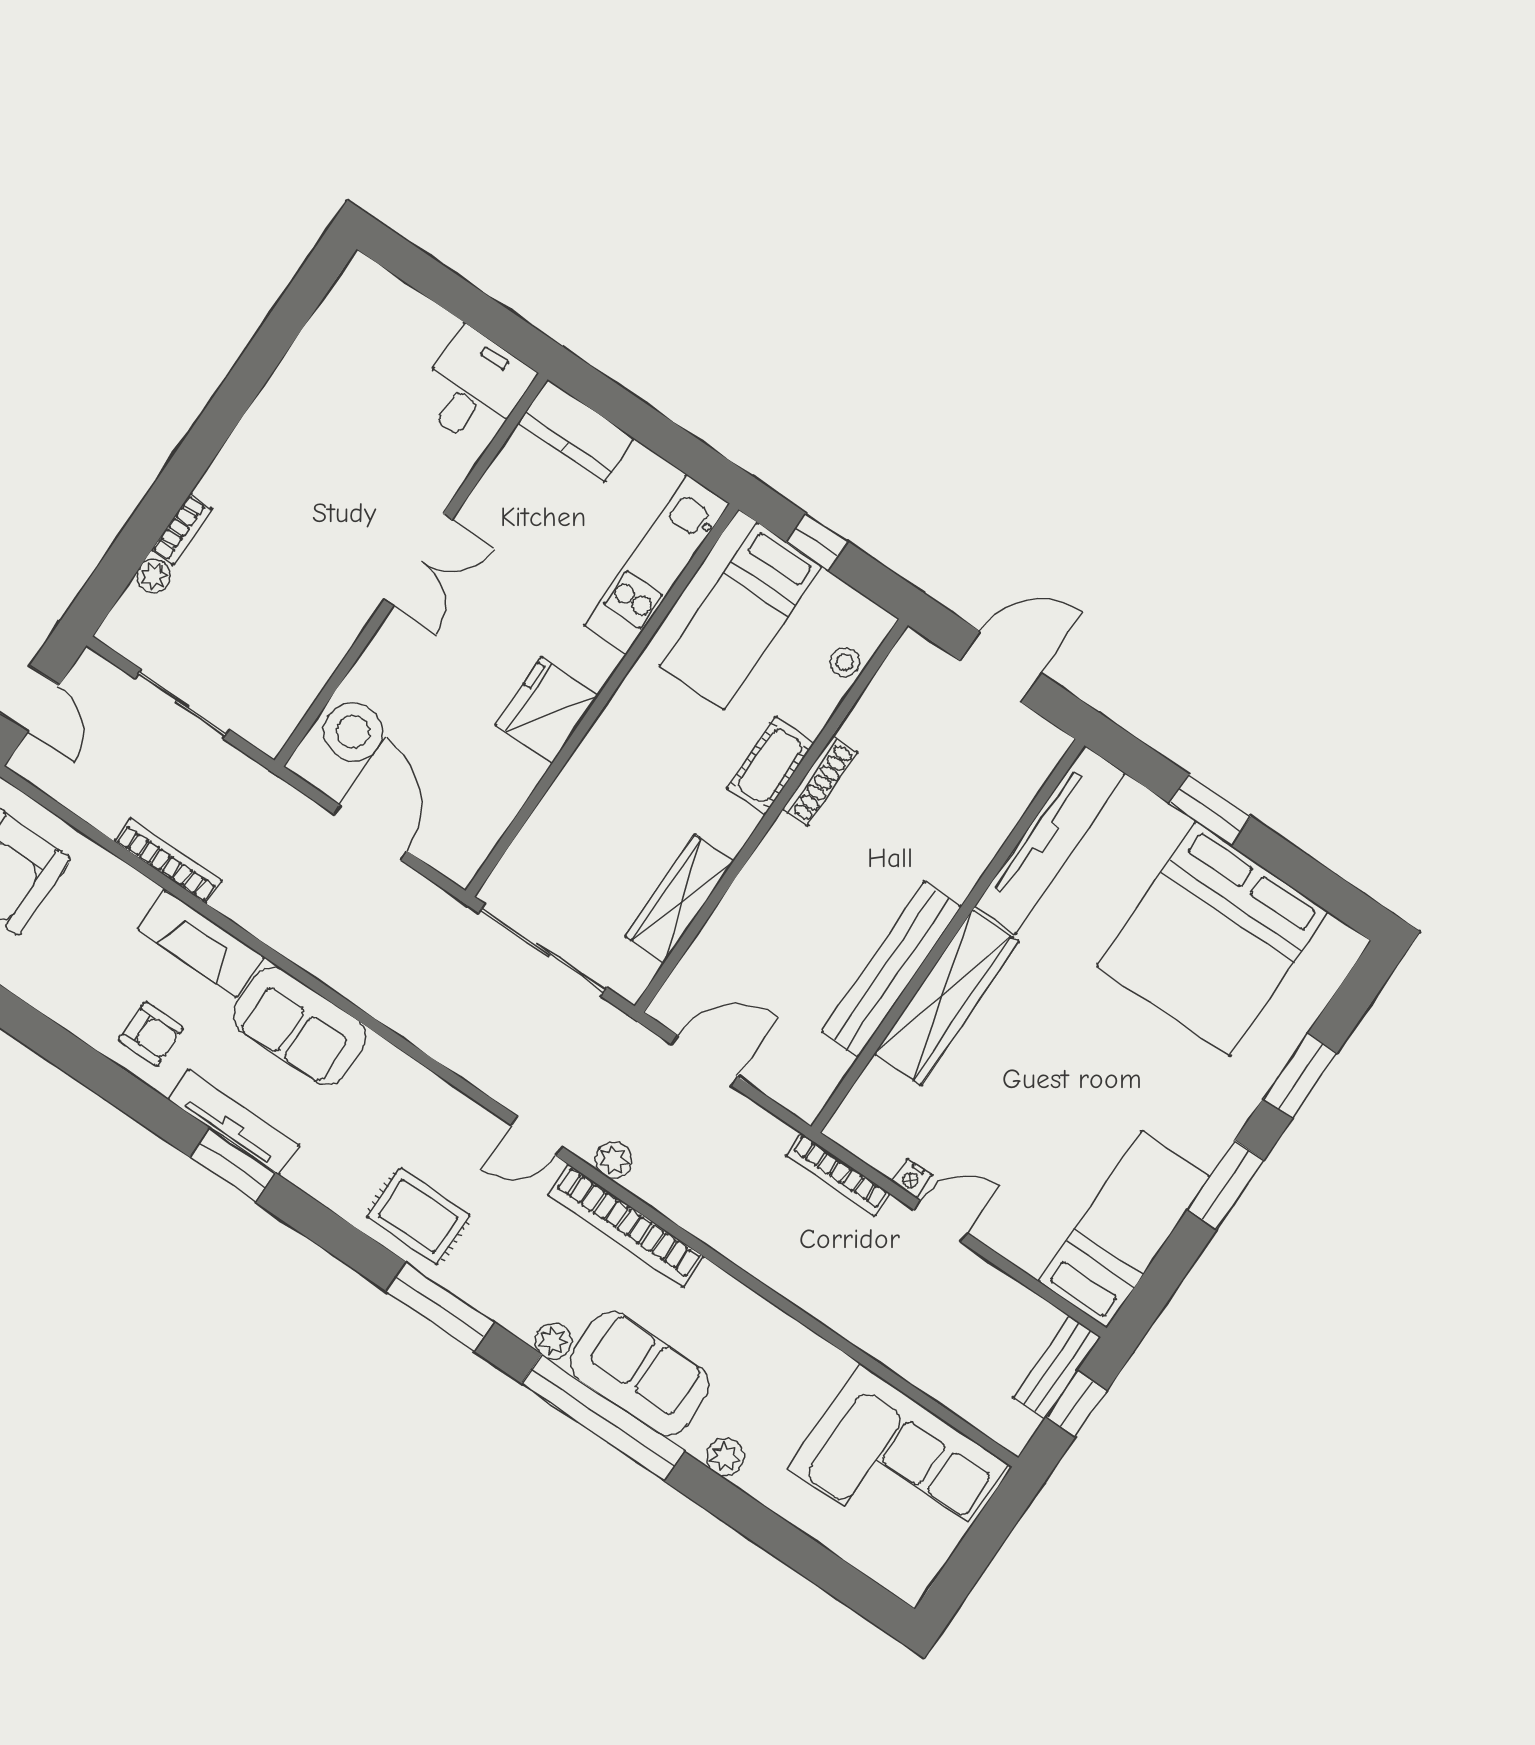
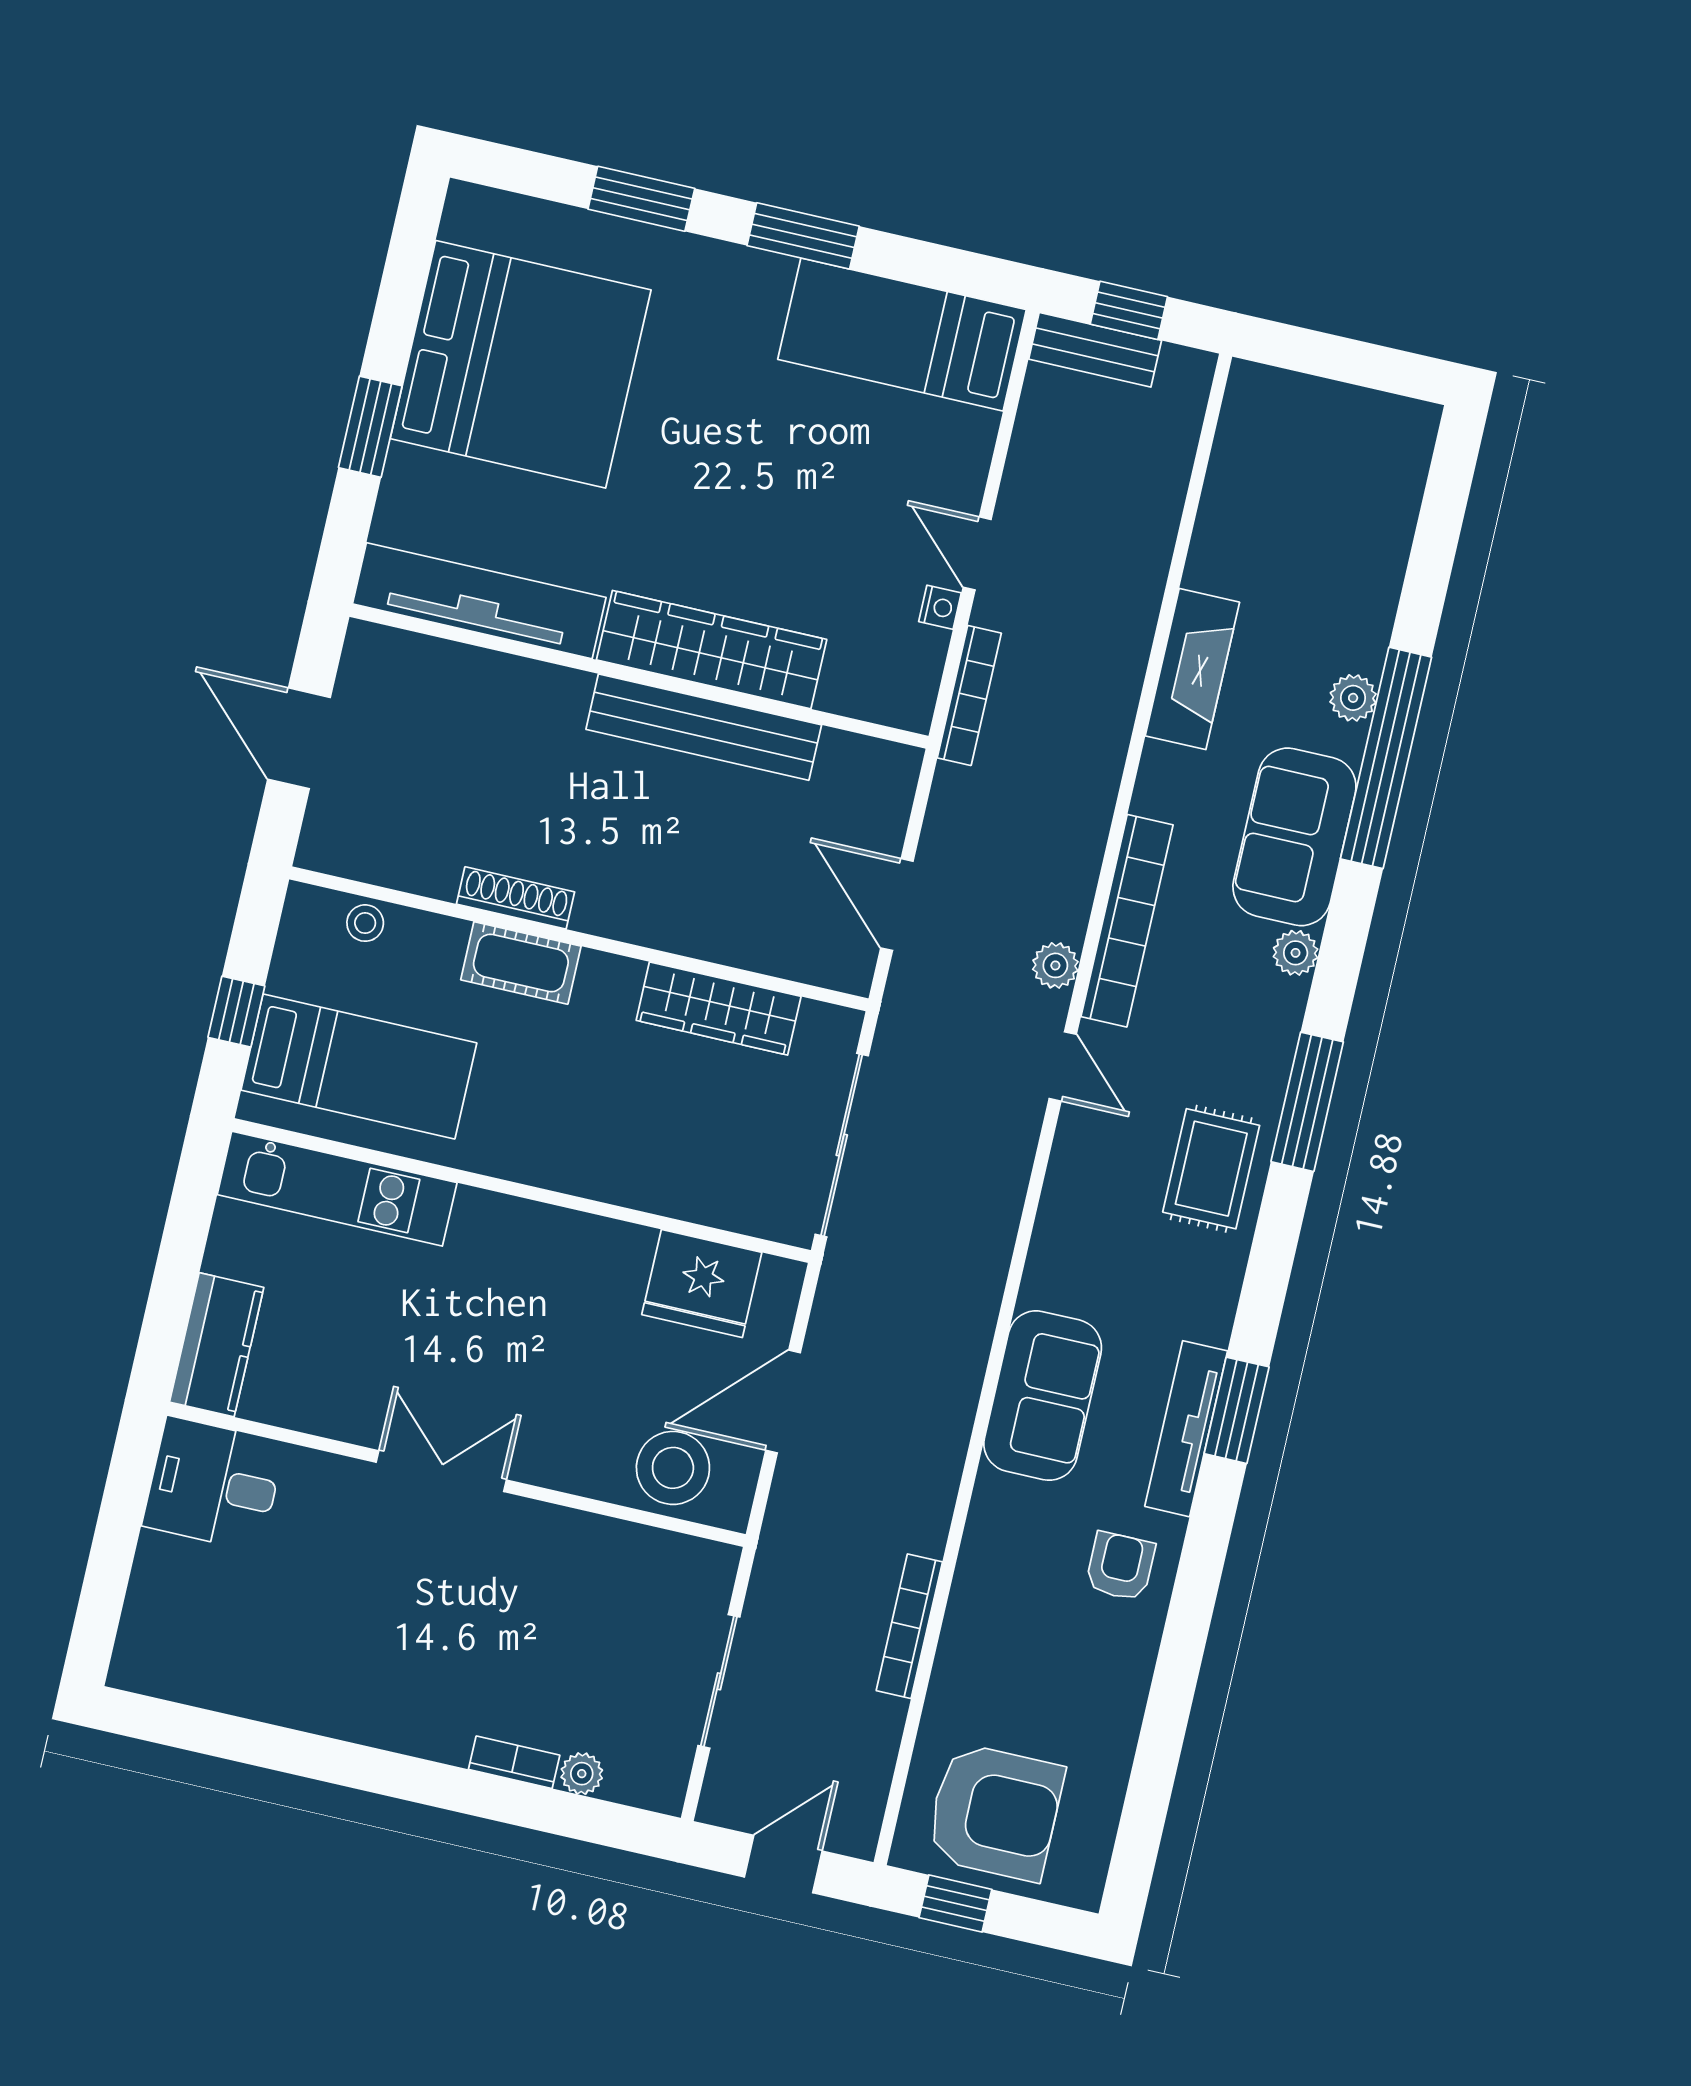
fridge: (547, 710) -> (702, 1284), moved
fireplace: (201, 943) -> (1192, 669), moved
window: (603, 1418) -> (1386, 758), moved
corner sofa: (898, 1466) -> (1284, 492), removed

